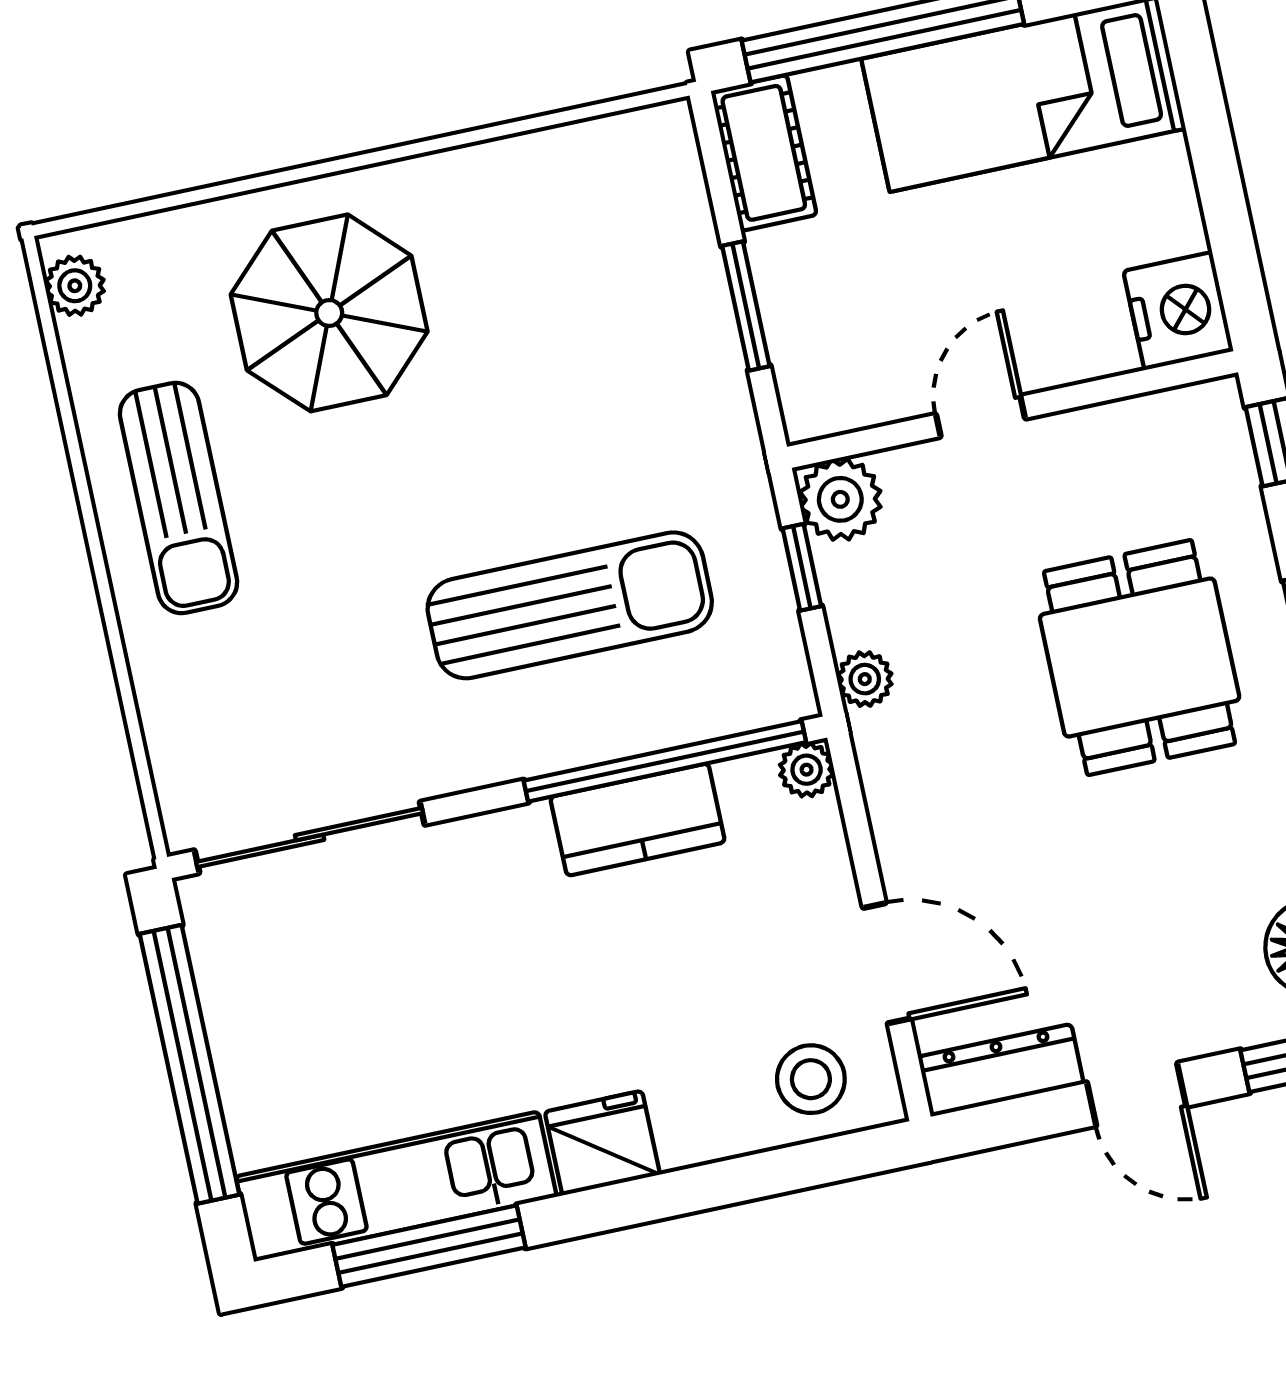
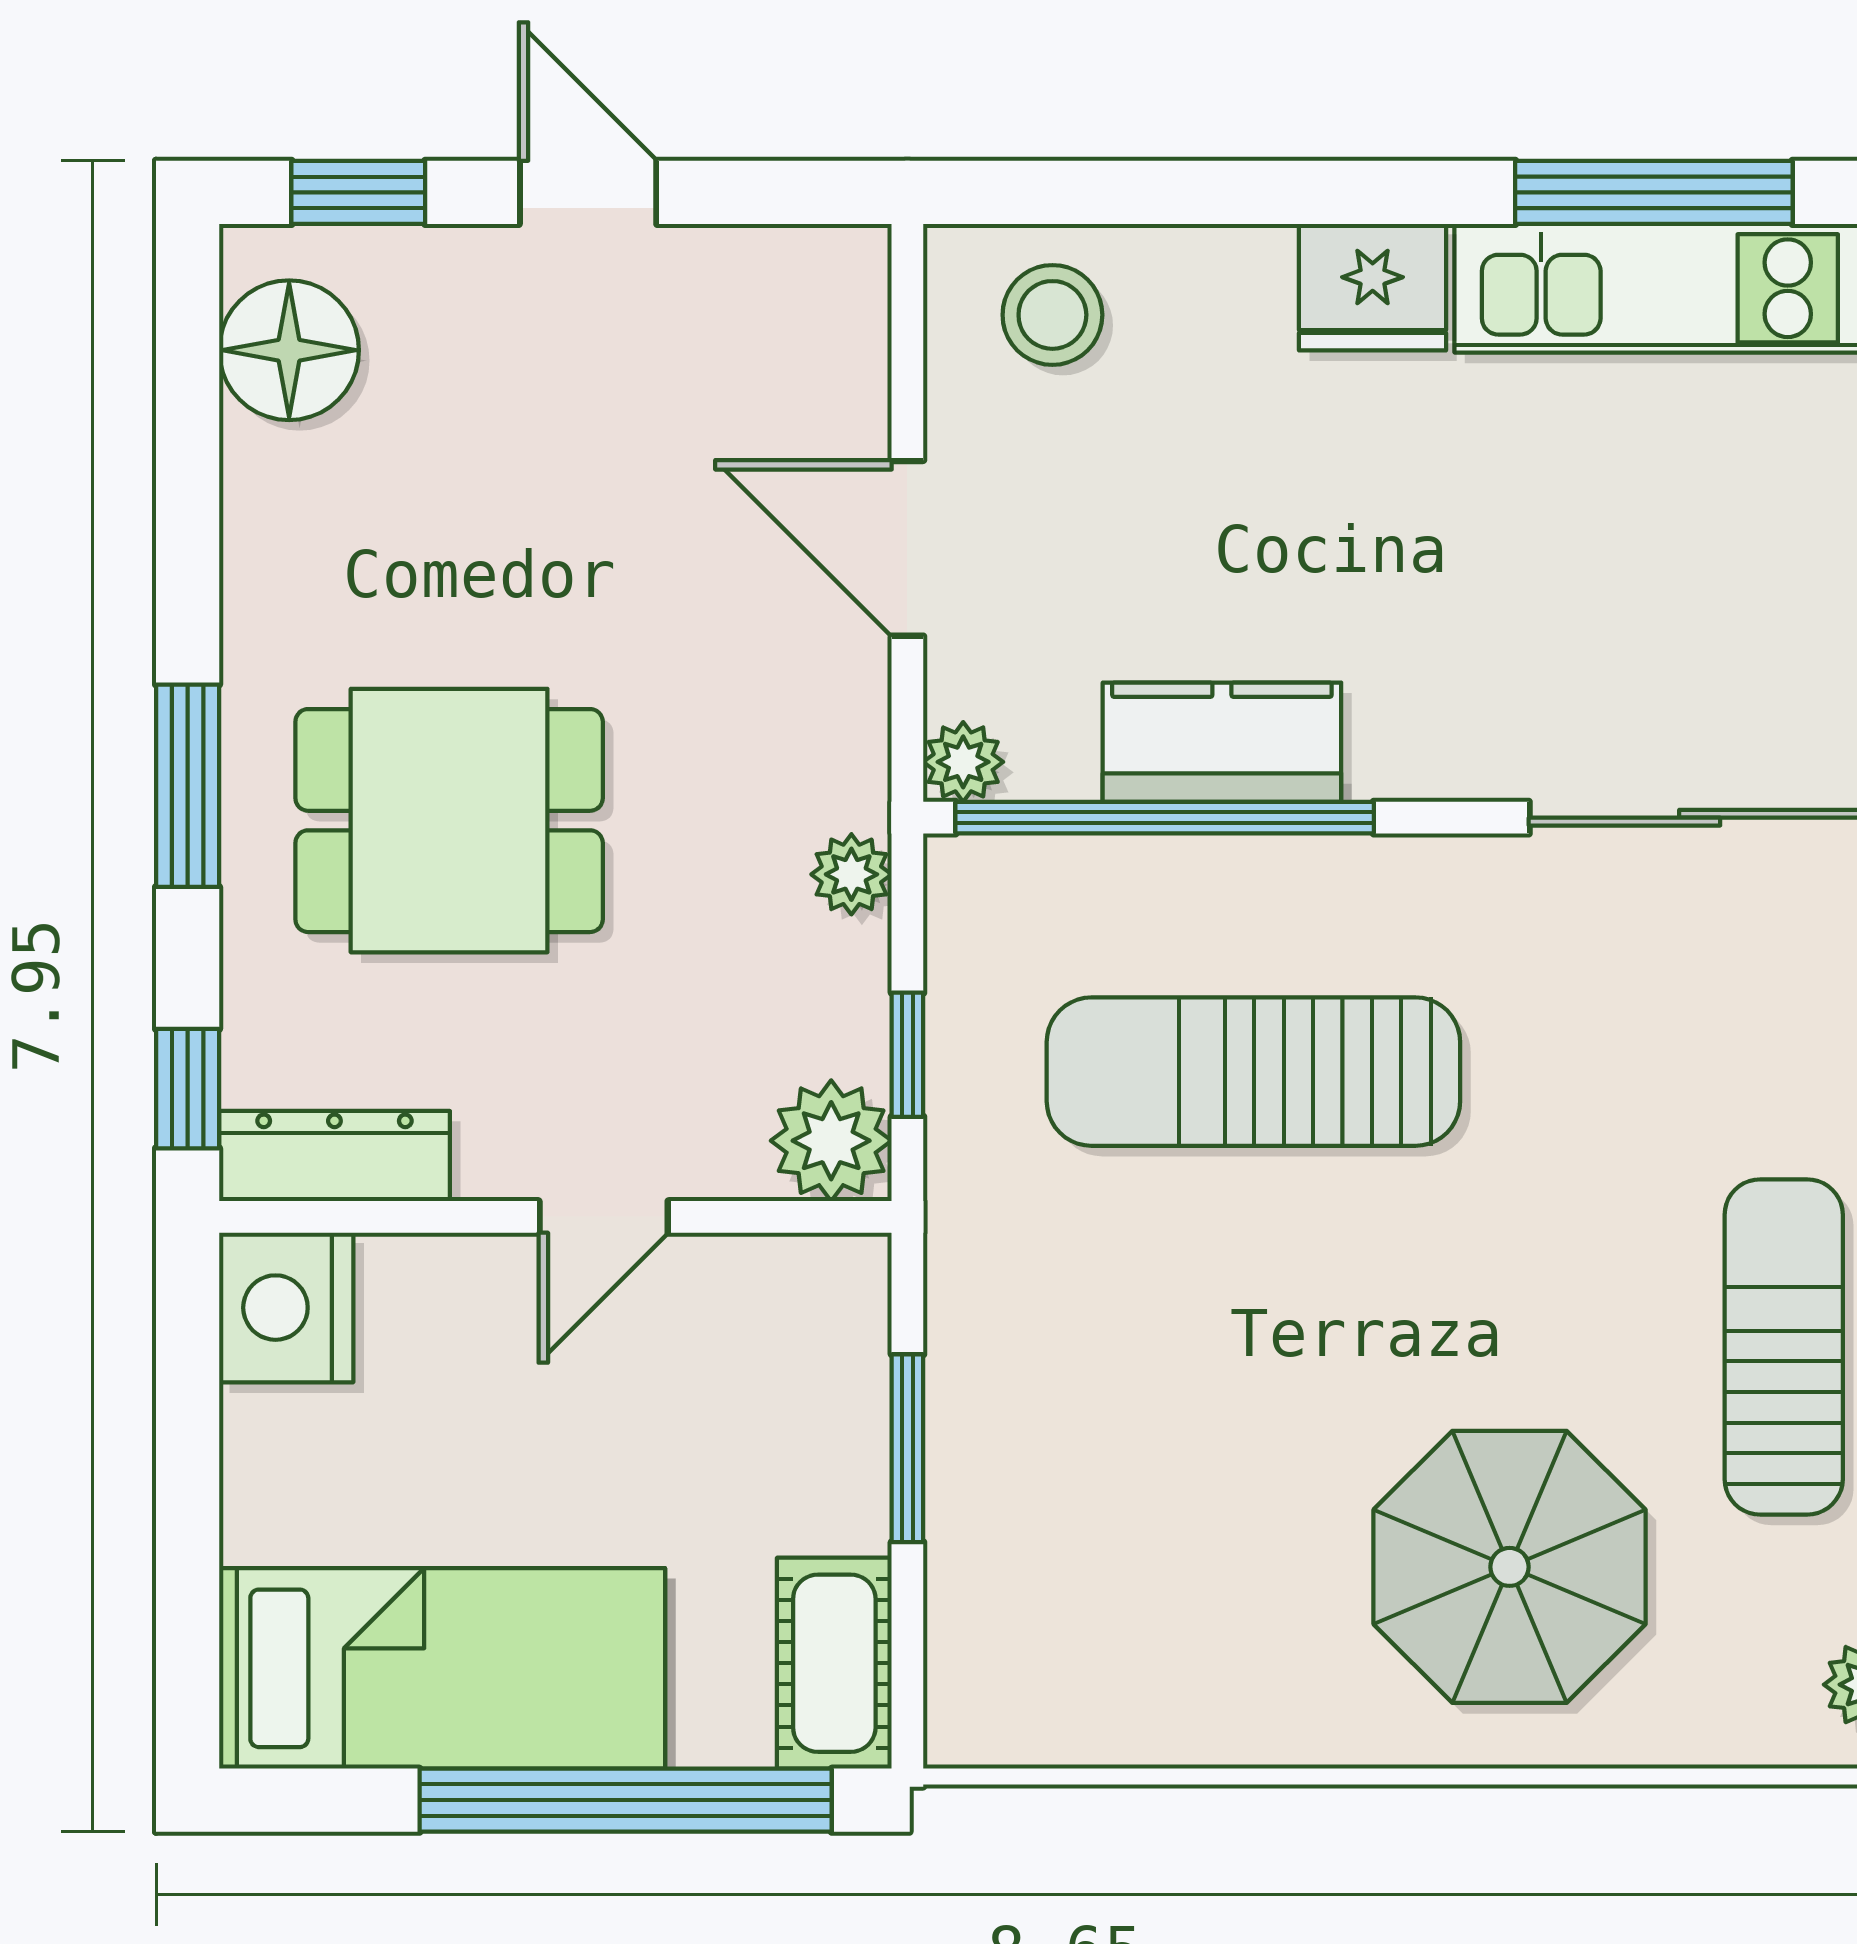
dining table: (1140, 658) -> (449, 821), turned 90
door: (887, 963) -> (907, 548), moved
dresser: (1001, 1070) -> (334, 1156), moved, turned 180

